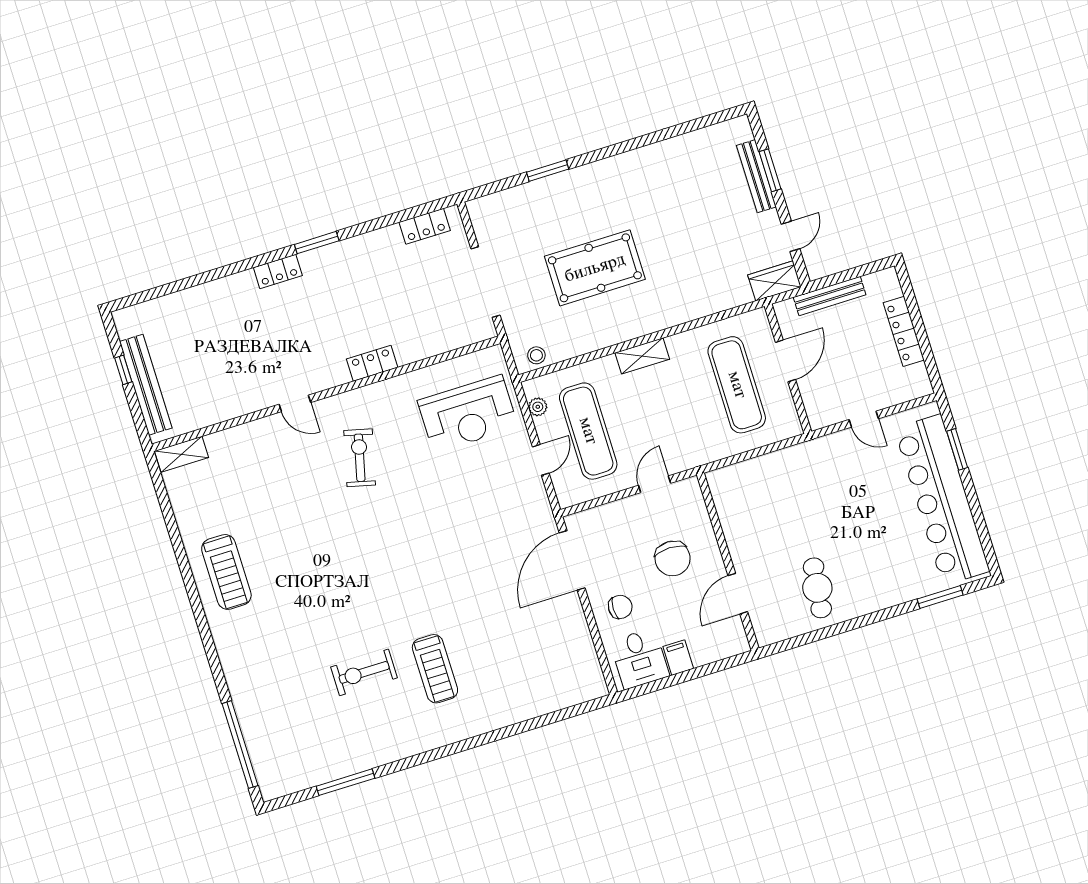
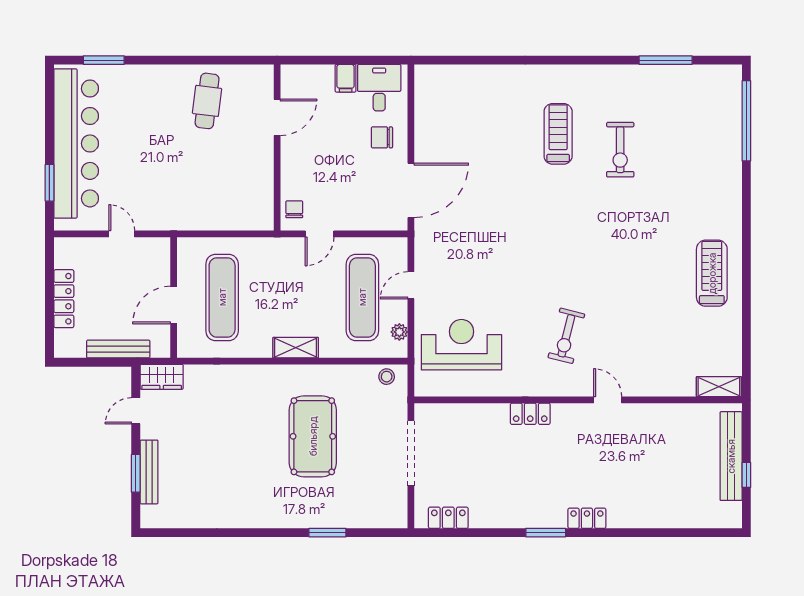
pool table: (595, 268) -> (313, 436), turned 90
chair: (673, 558) -> (294, 209), moved, width x0.54, depth x0.54
exercise bike: (364, 672) -> (620, 150), turned 90

